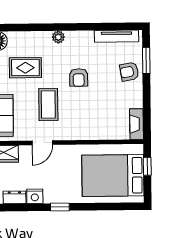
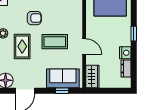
rug: (25, 68) -> (22, 46), moved

